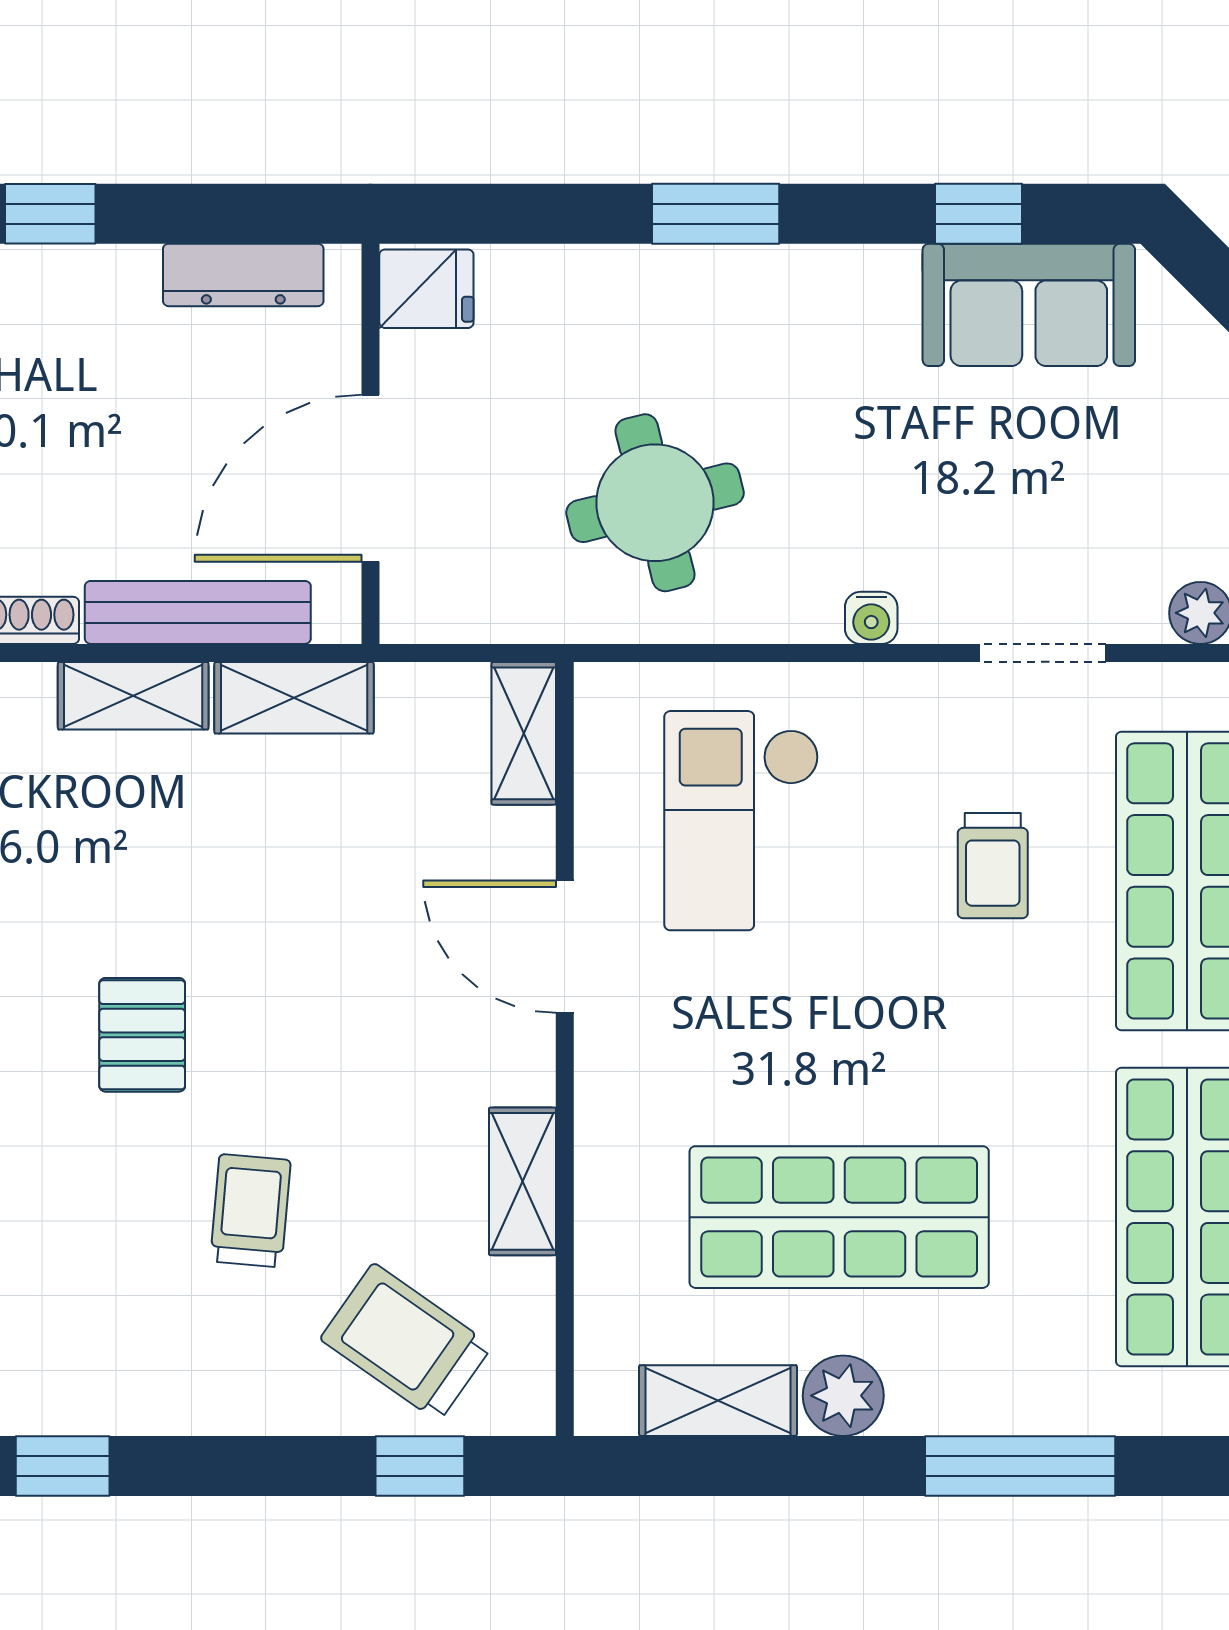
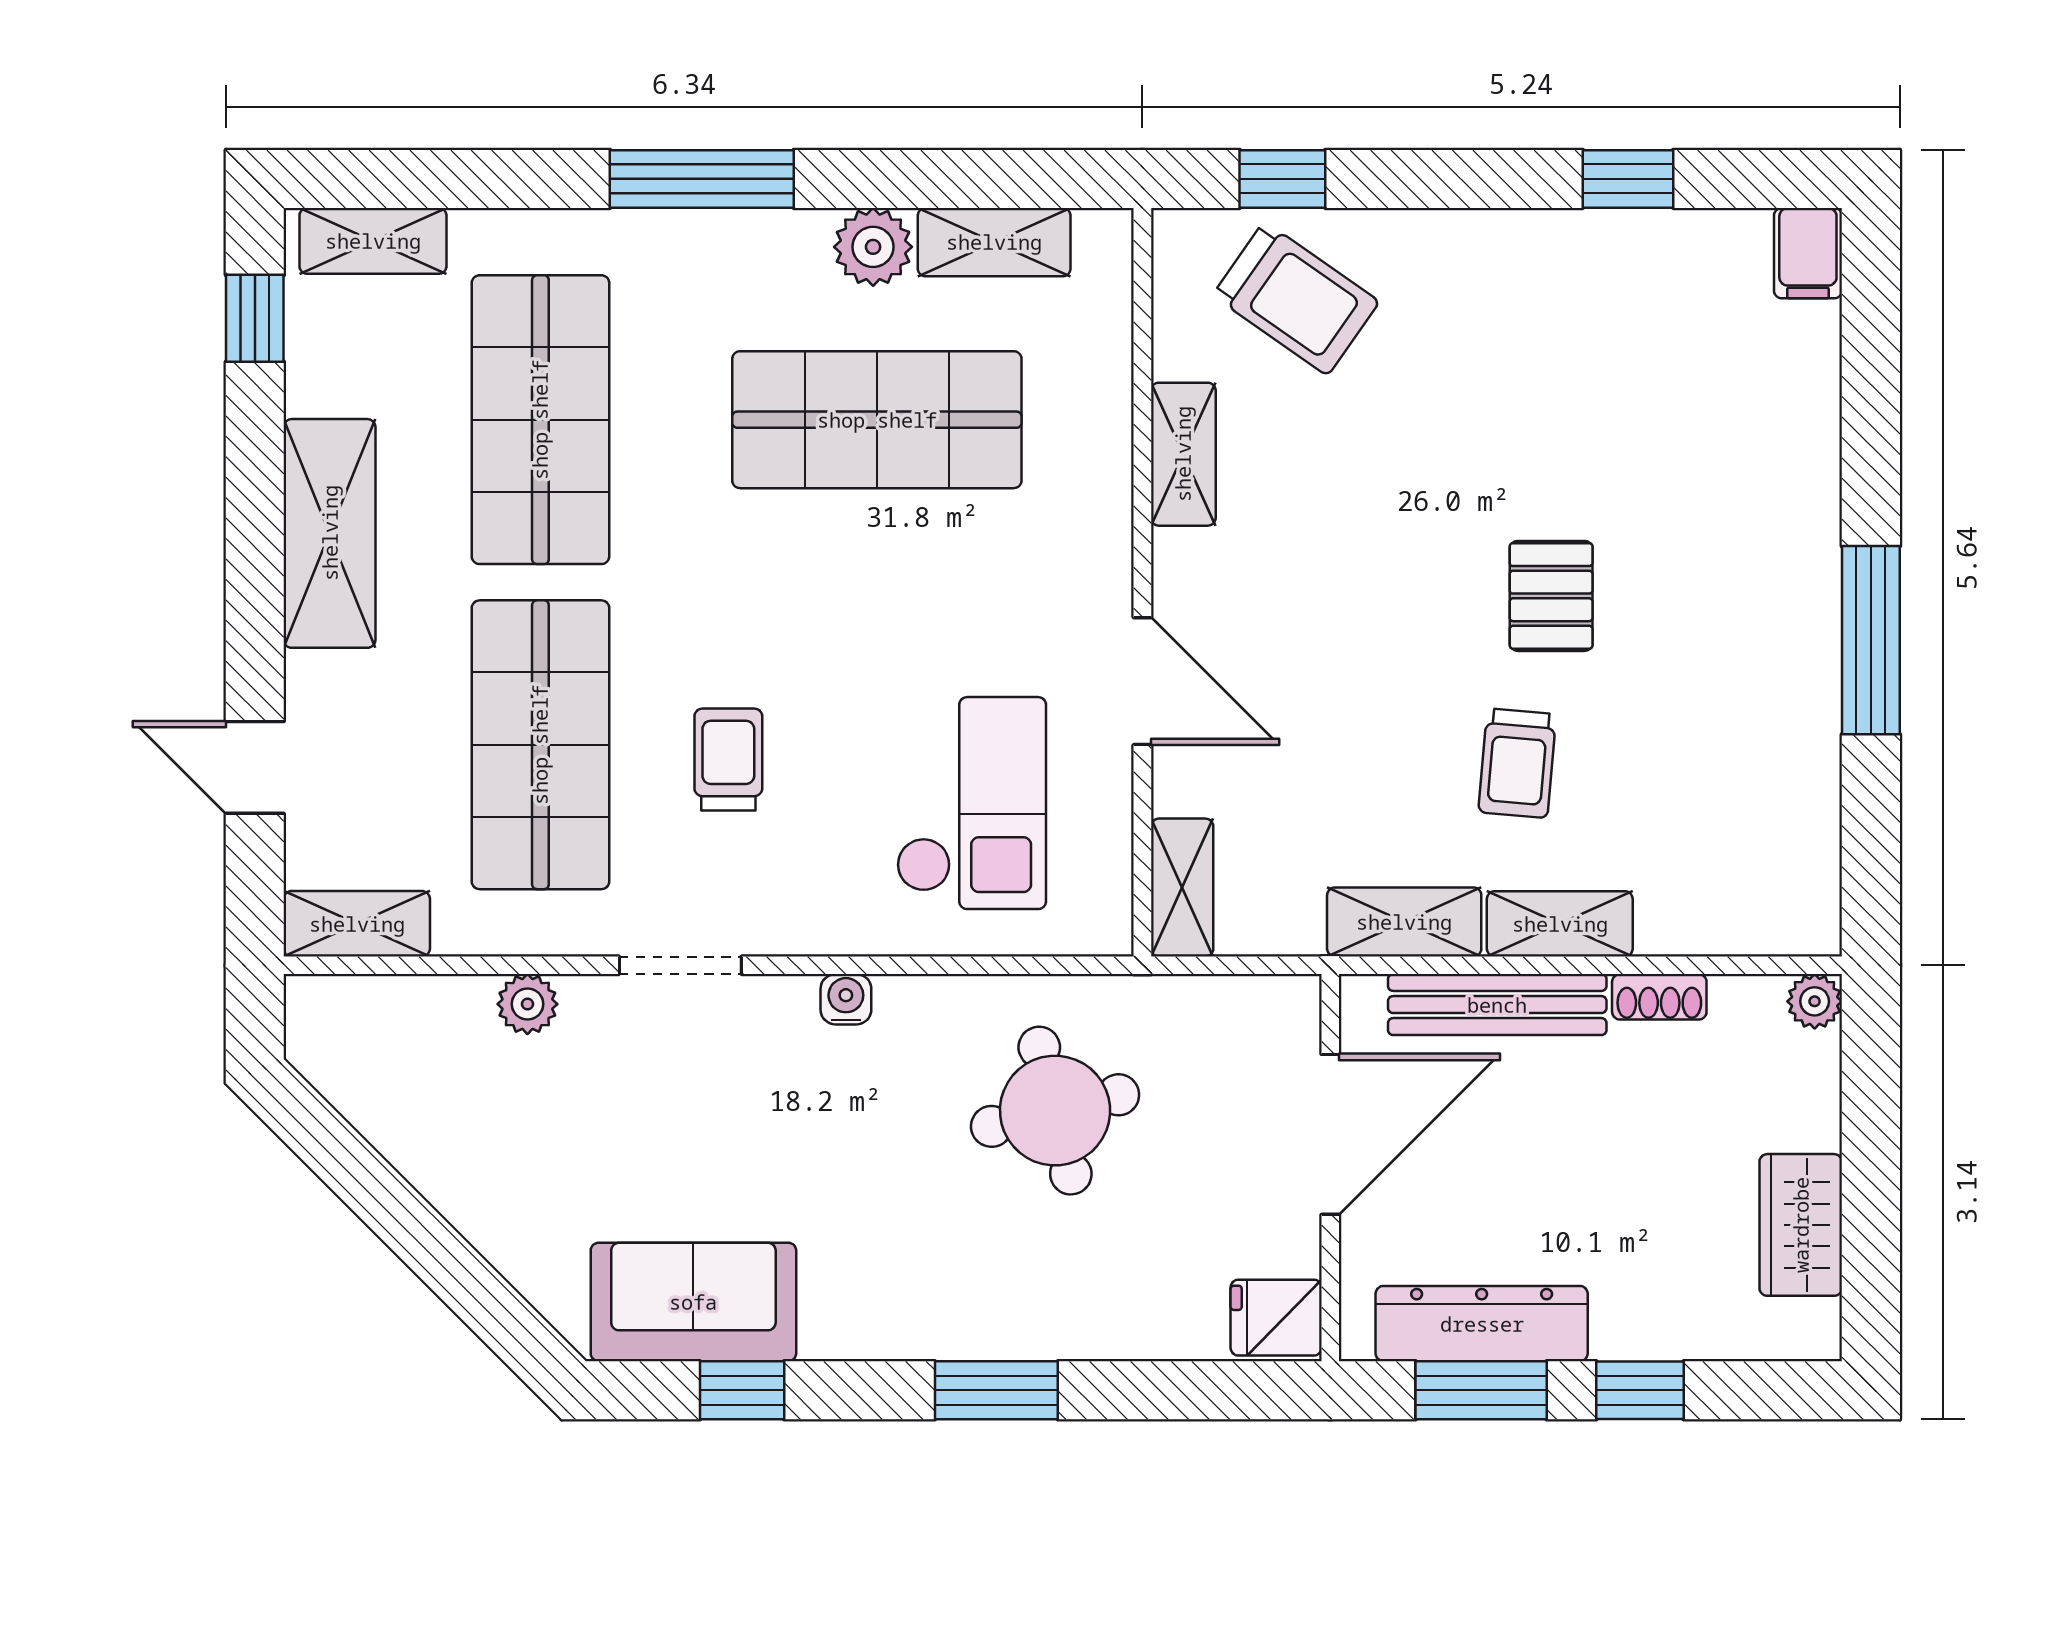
window: (214, 214) -> (1481, 1390), added
dresser: (243, 275) -> (1482, 1324), width x1.37, depth x1.24
trolley: (250, 1211) -> (1517, 763), moved

